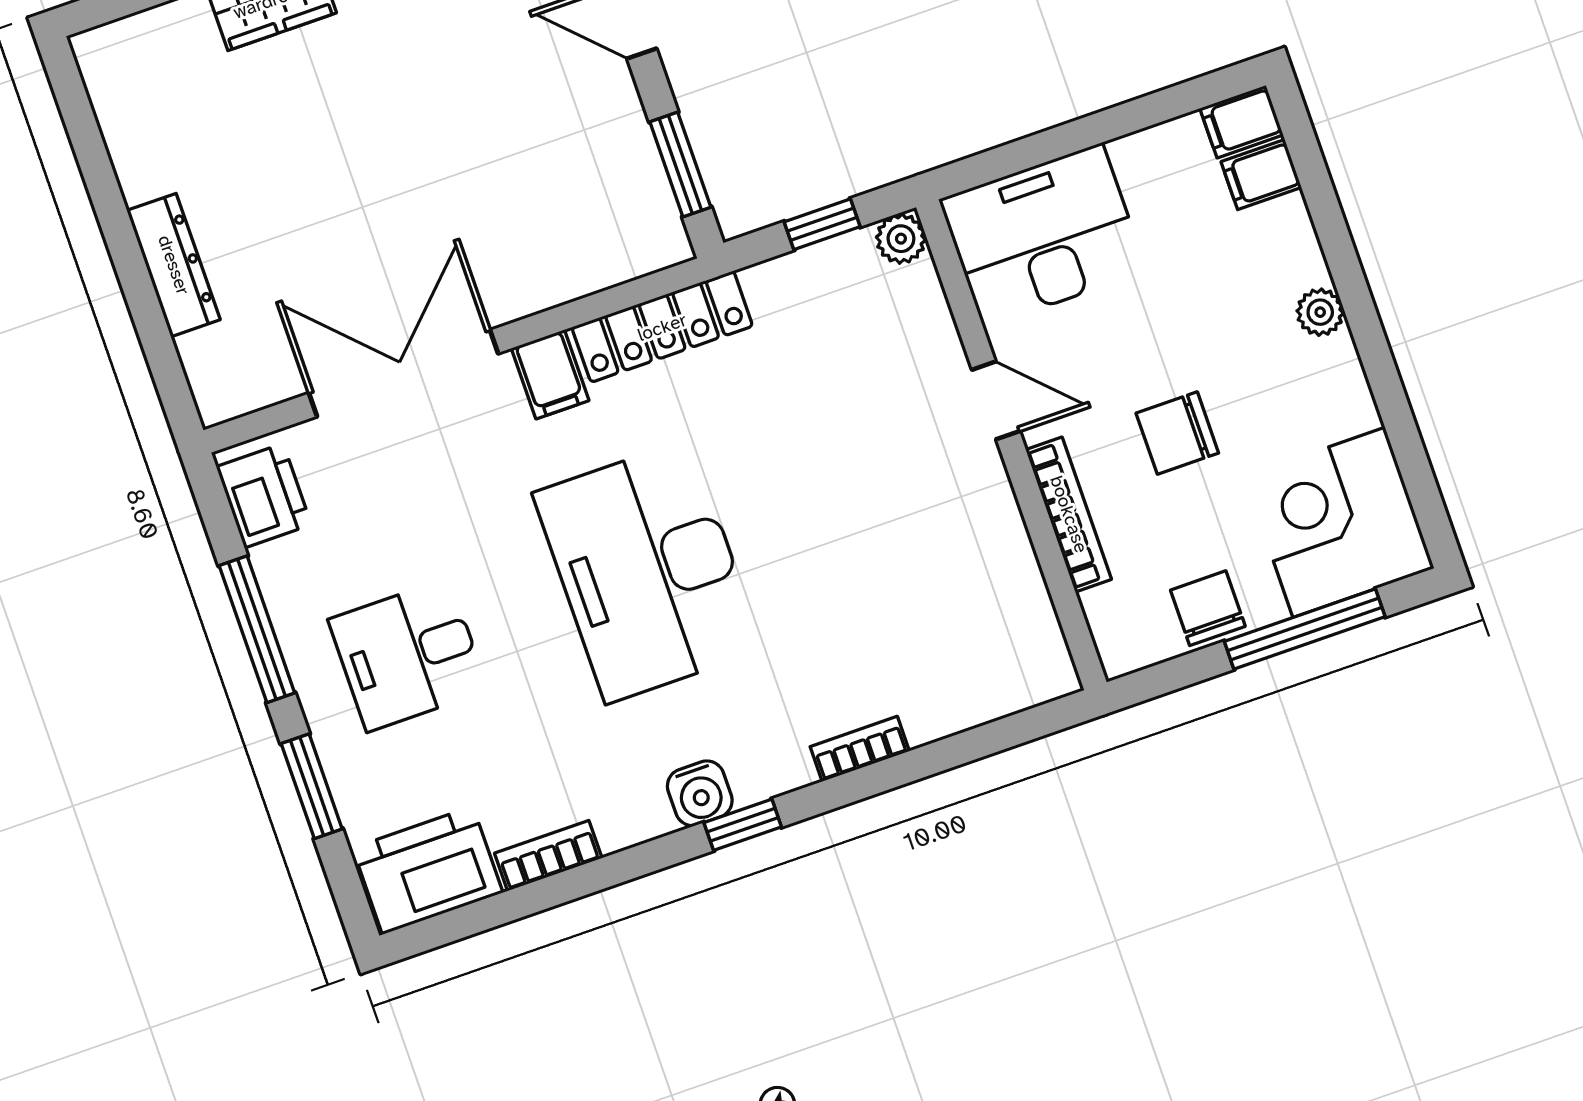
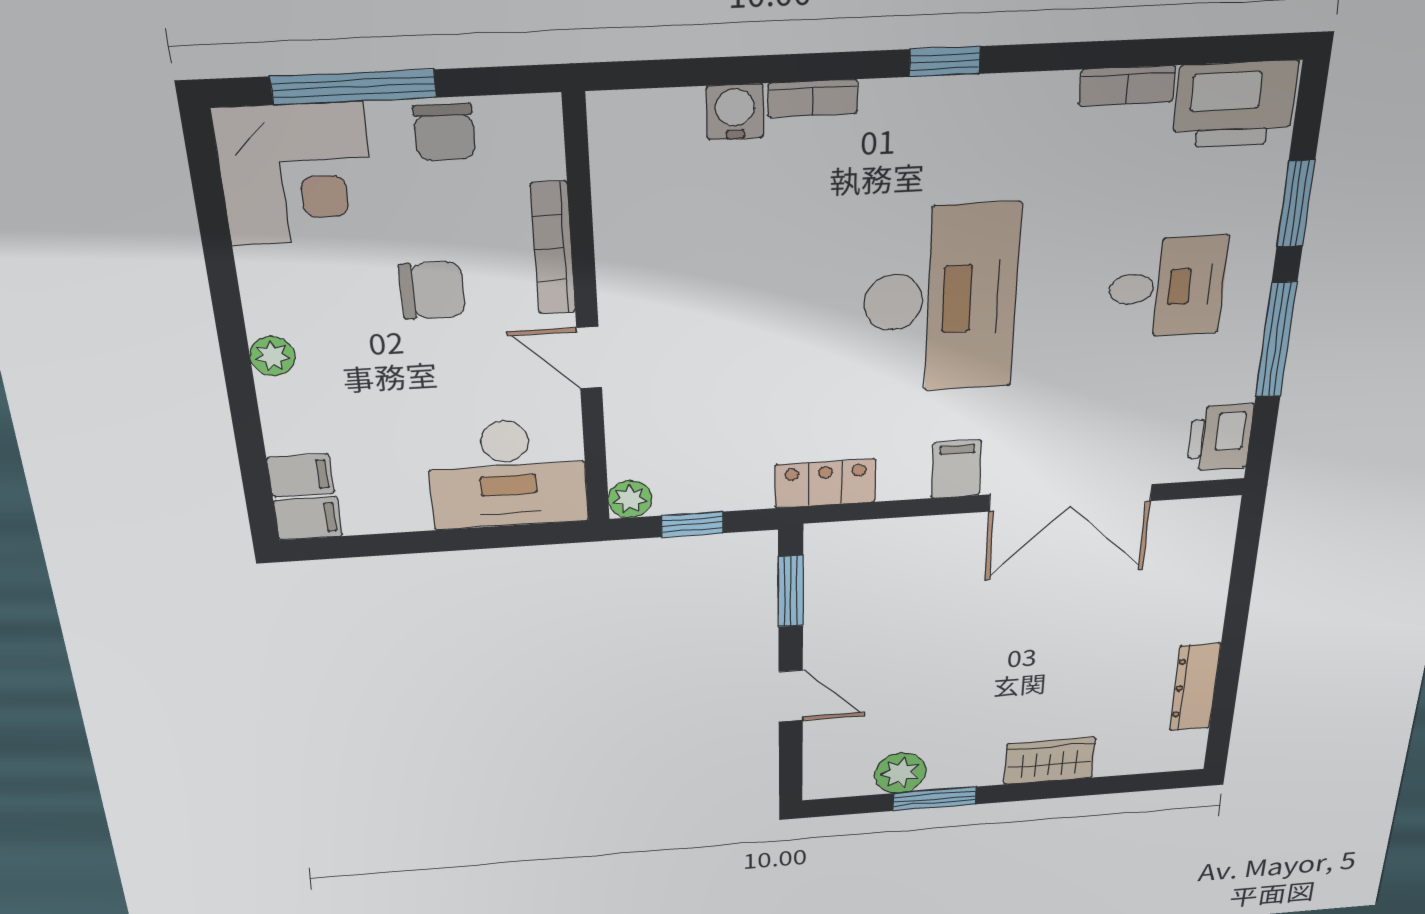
dresser: (174, 265) -> (1195, 687), moved
locker: (662, 327) -> (825, 483), width x0.66
water cooler: (700, 793) -> (735, 112), moved

